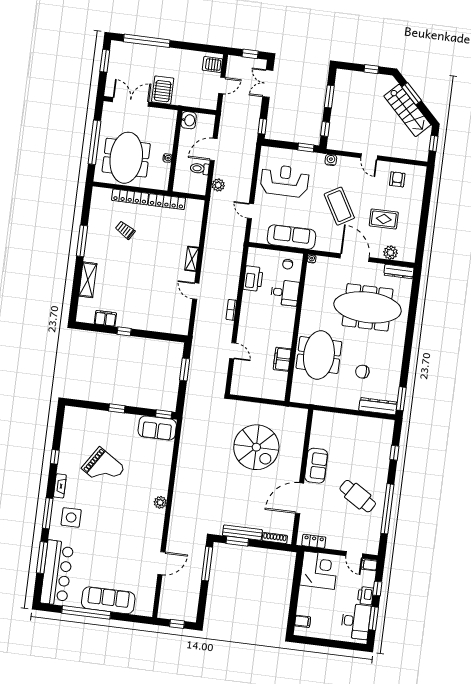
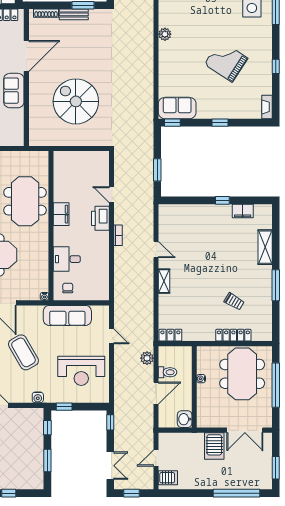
locker: (167, 202) -> (170, 335), moved, width x0.66
printer: (253, 279) -> (100, 218), moved
filing cabinet: (282, 359) -> (61, 214), moved
fireplace: (60, 486) -> (267, 107), moved
bench: (242, 533) -> (74, 14), width x0.73

